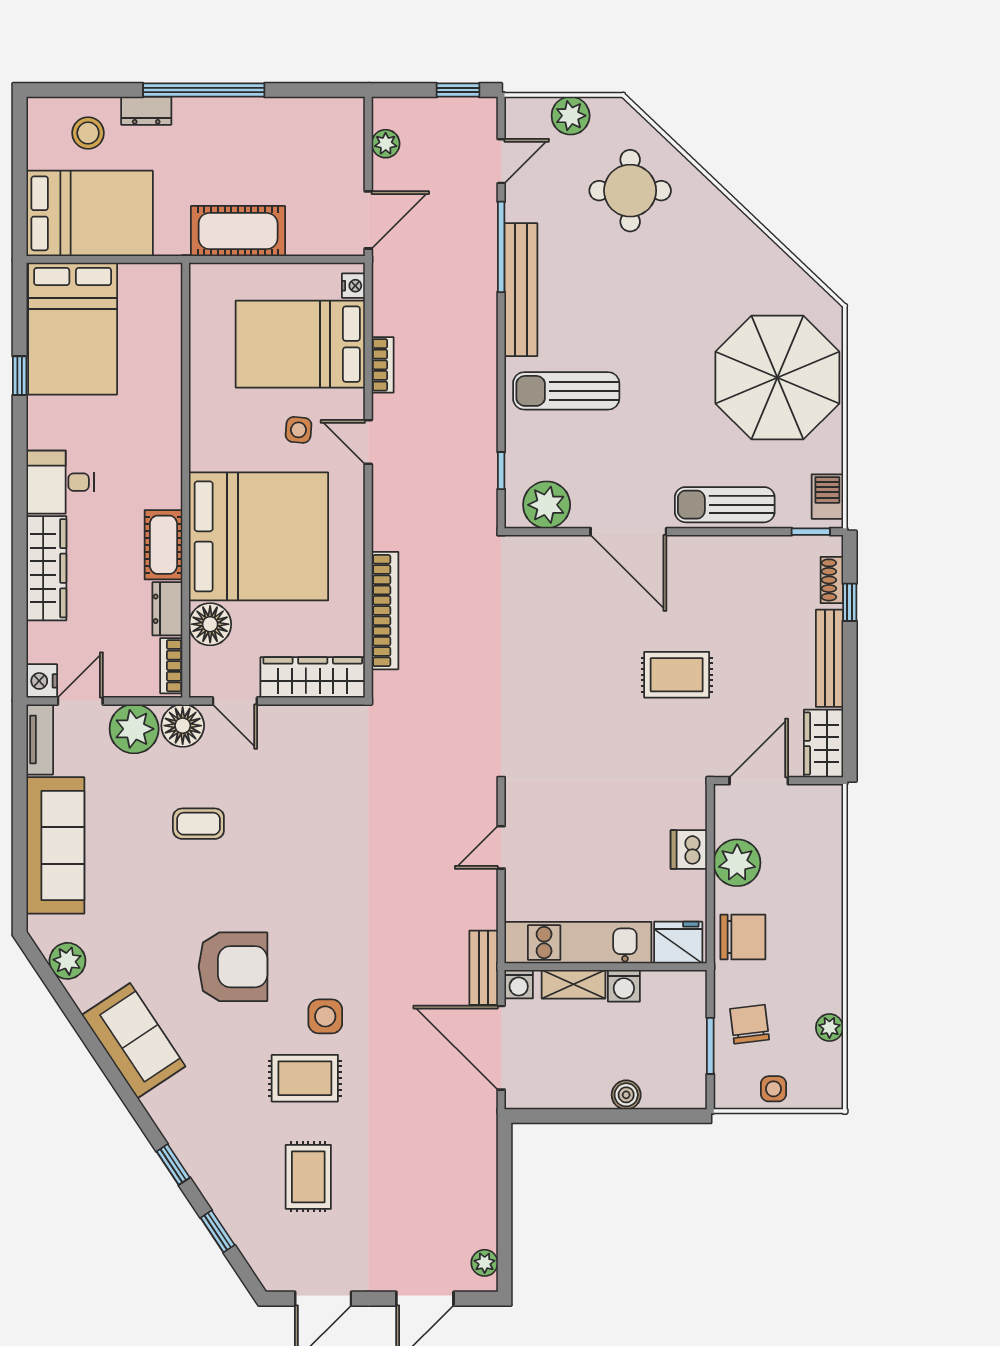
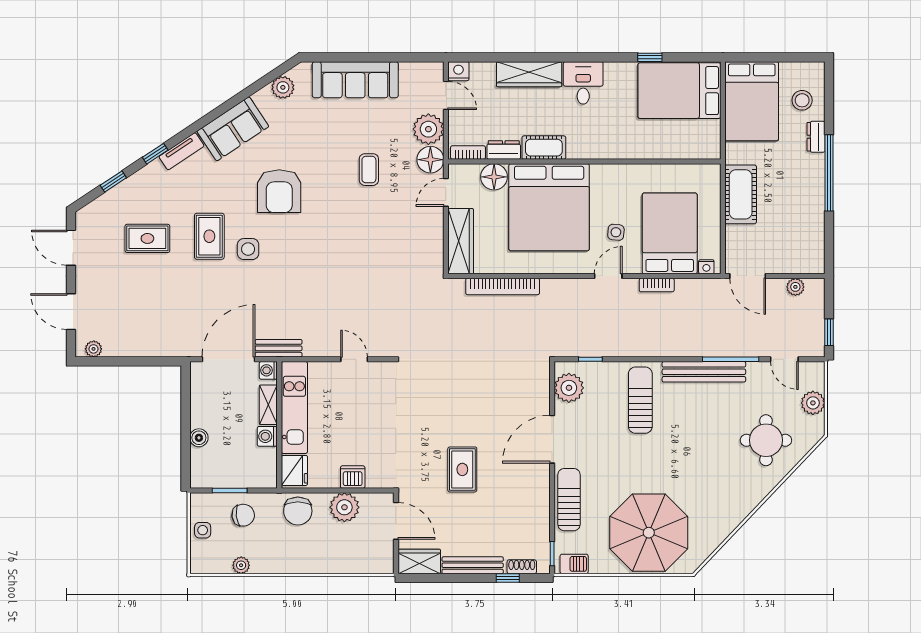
tv unit: (40, 739) -> (181, 151), moved, turned -34

